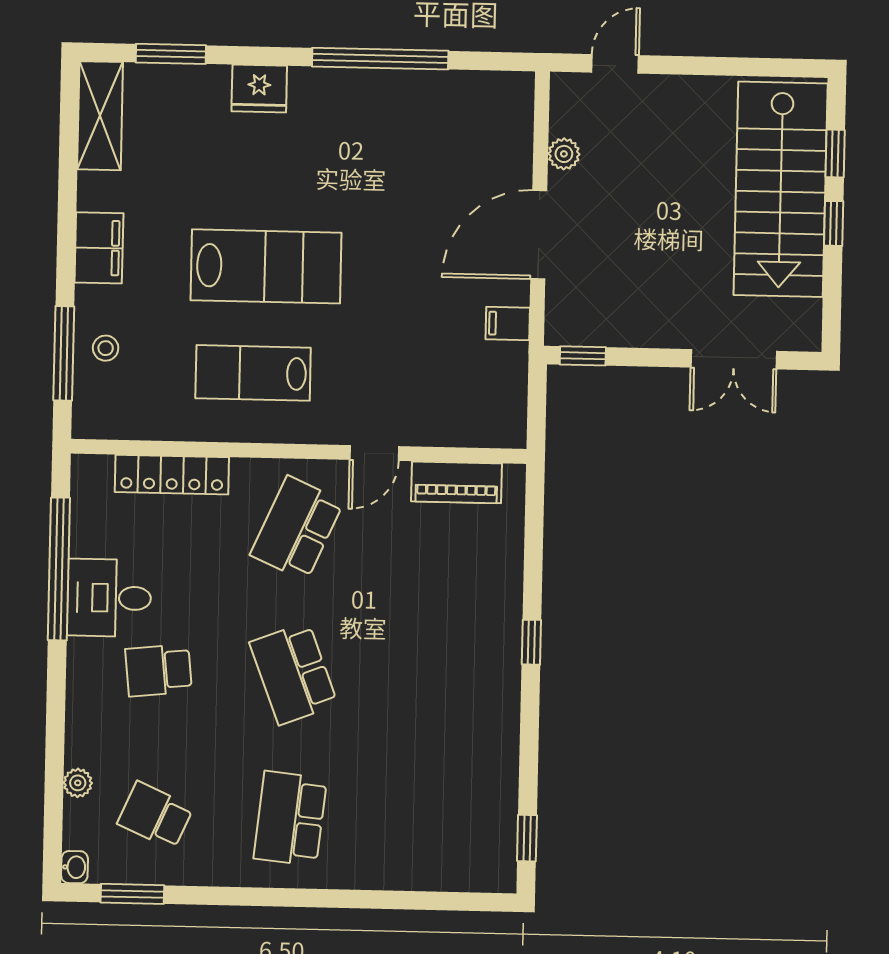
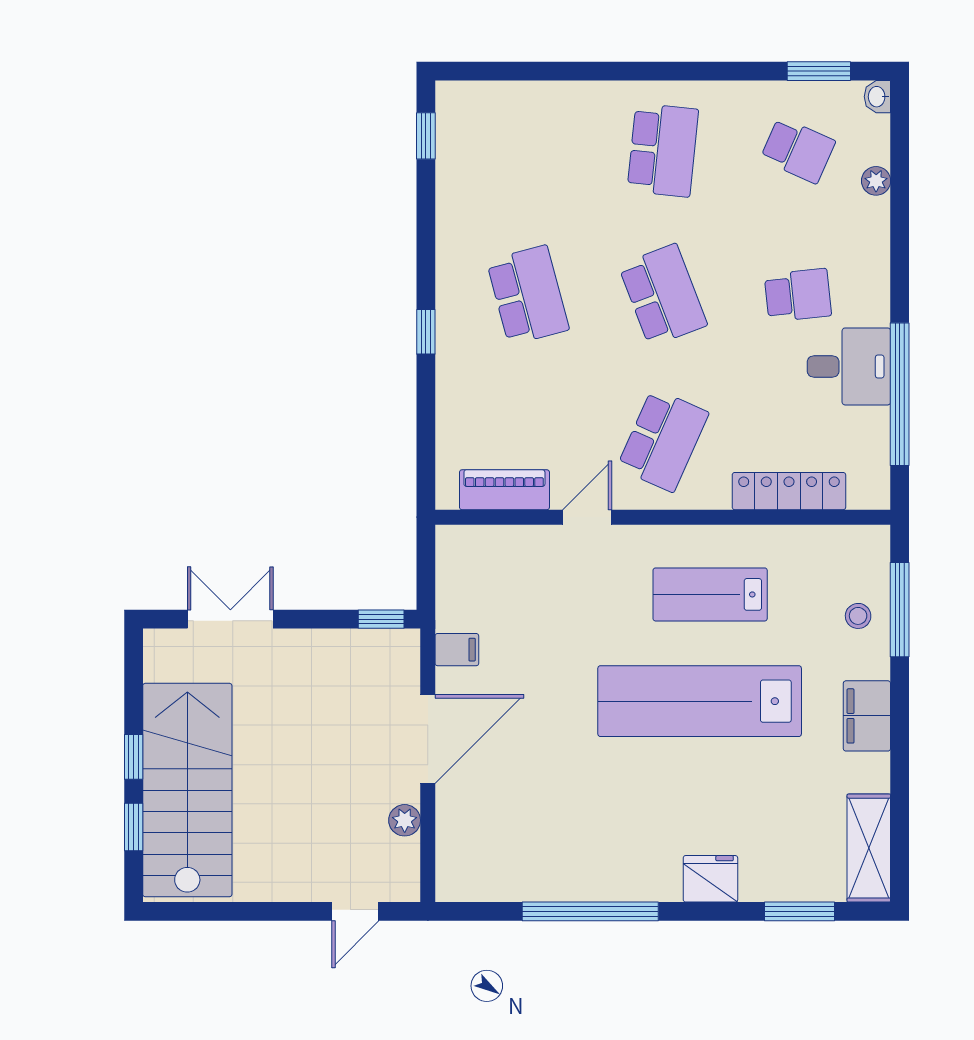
lab bench: (266, 266) -> (700, 701), width x1.36
lab bench: (253, 373) -> (710, 594), turned 180
school desk: (429, 677) -> (528, 295), added

